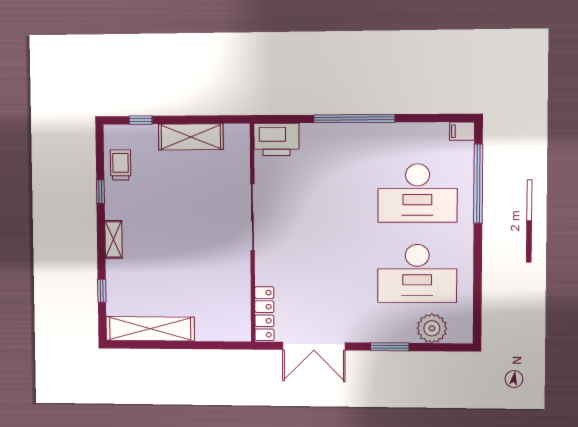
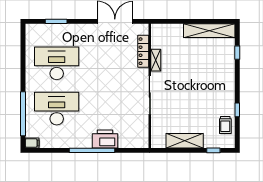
printer: (276, 139) -> (105, 139), moved
shelving: (113, 239) -> (156, 60), moved
locker: (264, 314) -> (143, 51), moved
plant: (432, 328) -> (48, 32), removed
window: (390, 347) -> (56, 21), moved

